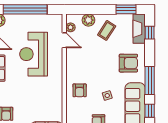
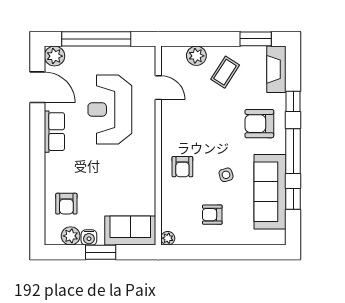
plant: (70, 27) -> (168, 67), removed
window: (150, 33) -> (293, 101), moved
armchair: (128, 63) -> (259, 124), turned 180

